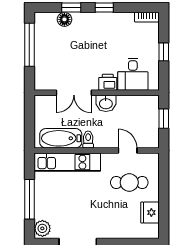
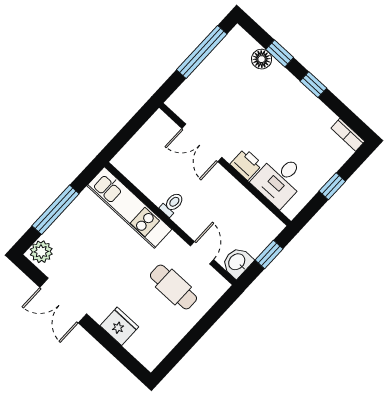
washbasin: (106, 103) -> (237, 262), moved, turned 90
bathtub: (61, 138) -> (145, 177), removed
fridge: (150, 213) -> (119, 326), moved, turned 90

